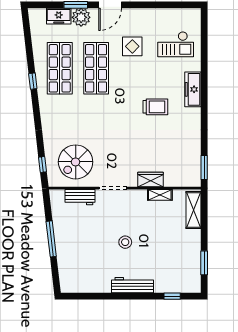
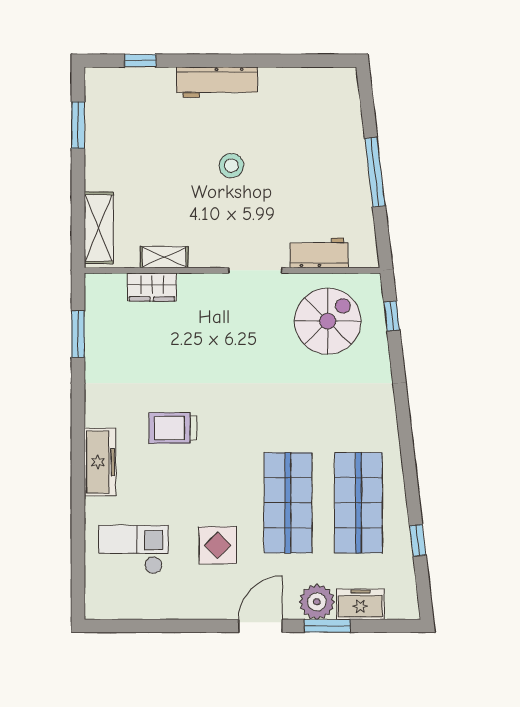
window: (33, 81) -> (418, 540), moved
window: (204, 168) -> (78, 334), moved
wardrobe: (151, 180) -> (152, 287), moved

